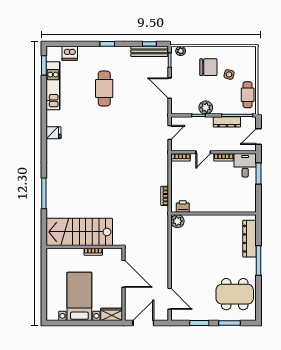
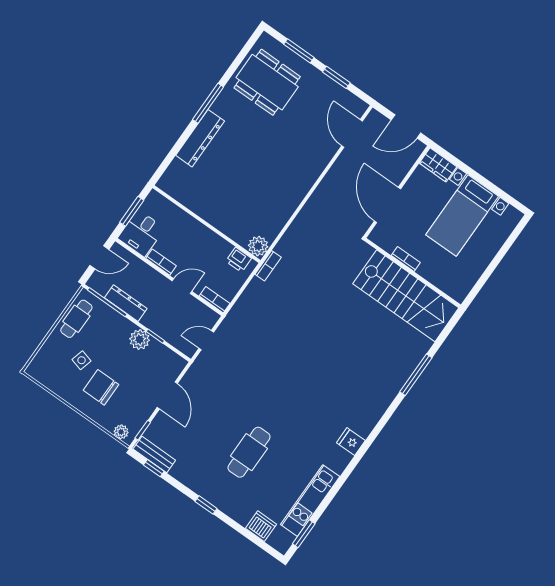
bench: (149, 51) -> (154, 455), width x0.73
printer: (183, 206) -> (239, 260), moved
wall: (213, 213) -> (207, 224), moved
plant: (177, 221) -> (258, 246), moved

